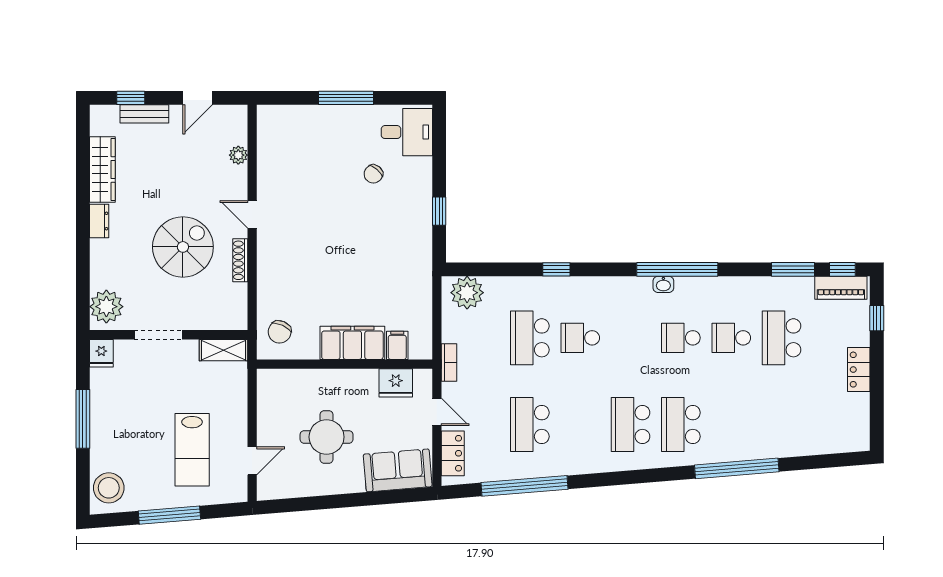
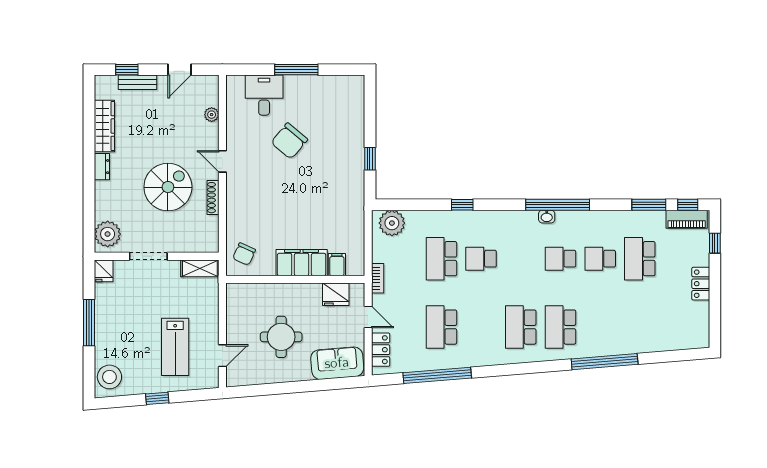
desk: (407, 132) -> (264, 95), moved, turned -90
chair: (373, 174) -> (289, 141), moved, width x1.87, depth x1.87
window: (169, 515) -> (157, 398), width x0.46

